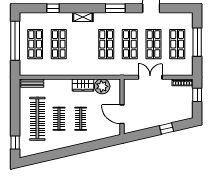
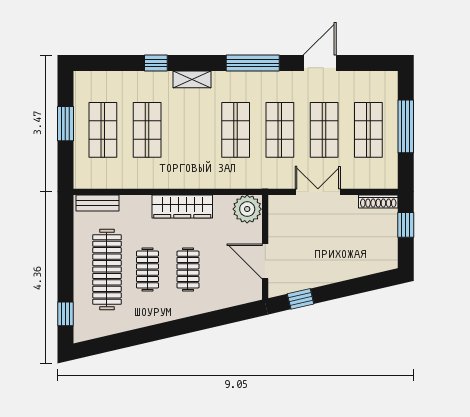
window: (53, 8) -> (156, 63), moved
window: (115, 8) -> (253, 63), width x1.44
window: (15, 41) -> (65, 124), width x0.47
wardrobe: (83, 85) -> (182, 206), width x1.50
plant: (102, 86) -> (247, 209), moved
window: (166, 128) -> (301, 299), moved

